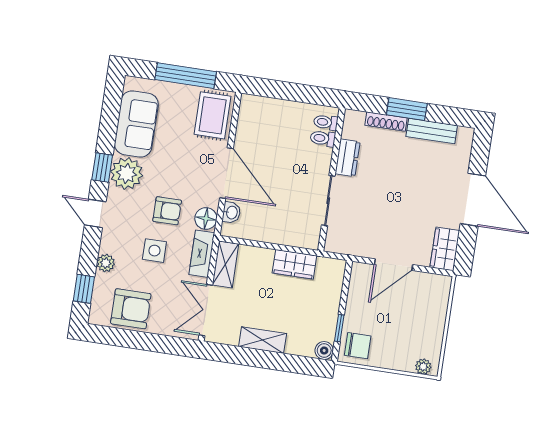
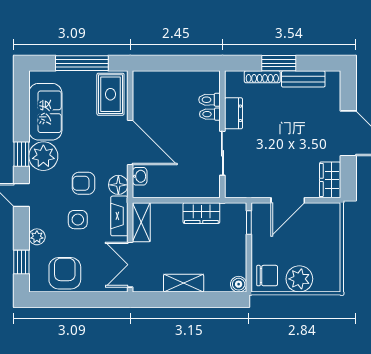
toilet: (326, 122) -> (210, 114), moved
armchair: (167, 211) -> (84, 183), turned 180
armchair: (131, 309) -> (65, 273), turned -90
window: (339, 328) -> (249, 223), moved
plant: (423, 367) -> (299, 279), moved, width x1.87, depth x1.87

